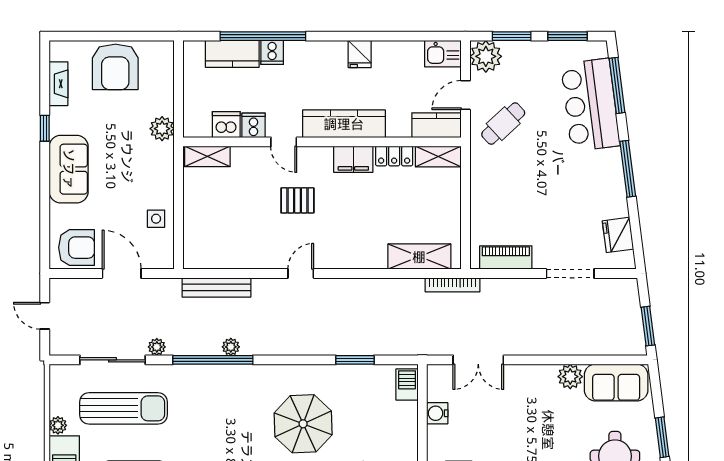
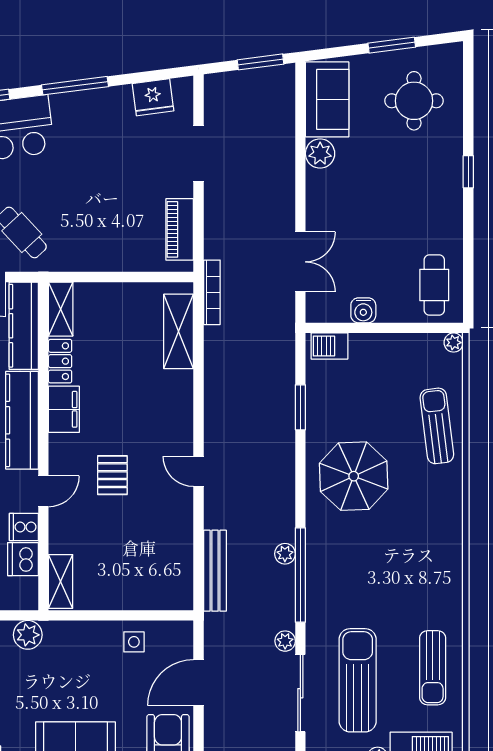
kitchen counter: (437, 125) -> (24, 326), width x1.50
parasol: (303, 424) -> (354, 476), moved

